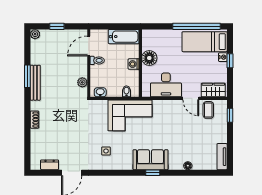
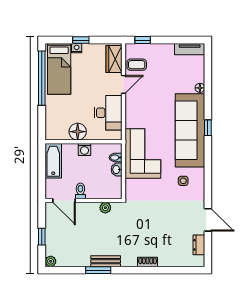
bench: (35, 83) -> (106, 261), width x0.73
washbasin: (100, 92) -> (117, 170), moved
sofa: (150, 160) -> (190, 130), width x1.85, depth x1.27

